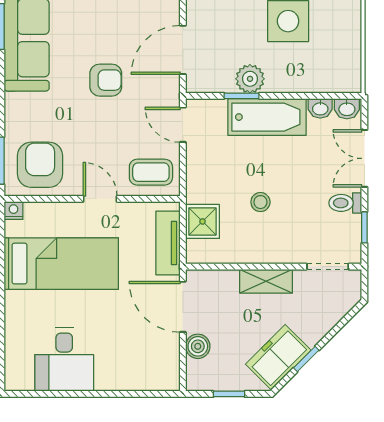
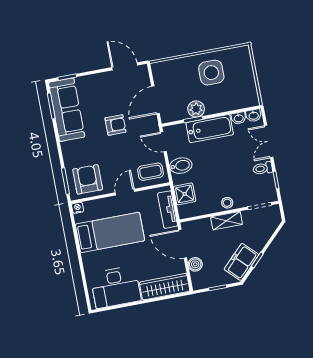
bidet: (205, 171) -> (181, 166), added
door: (100, 199) -> (125, 192), hinge flipped
stool: (260, 202) -> (227, 203), moved
desk: (64, 360) -> (116, 287), width x1.37
wardrobe: (138, 375) -> (165, 287), added

